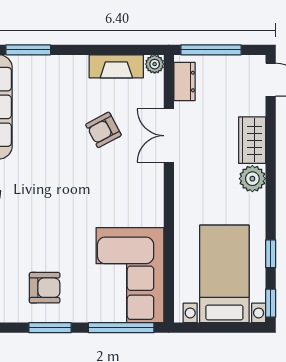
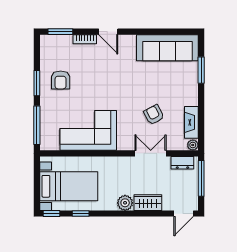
corner sofa: (130, 275) -> (88, 130), moved

